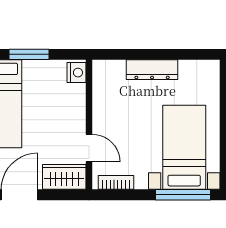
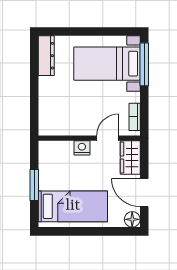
dresser: (152, 70) -> (46, 56), moved
nightstand: (76, 73) -> (82, 148), moved

